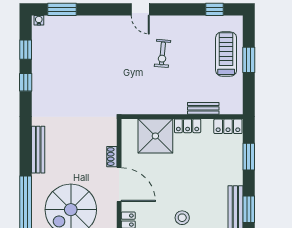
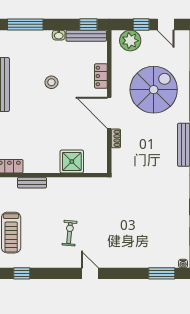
locker: (188, 126) -> (46, 167), removed
shower: (155, 136) -> (72, 162), width x0.73, depth x0.73

